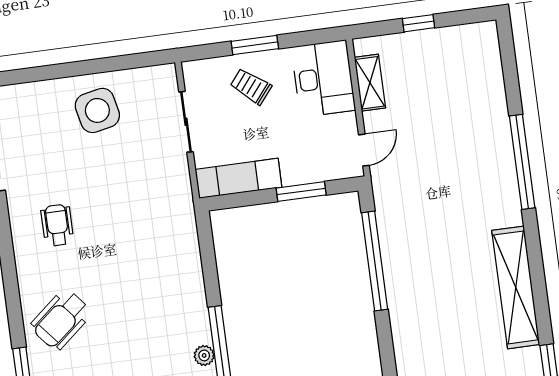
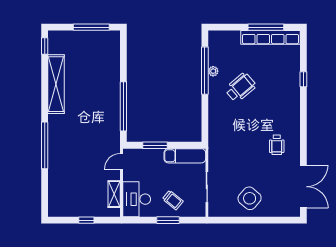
side table: (97, 110) -> (250, 198), turned -38
wheelchair: (61, 320) -> (241, 87), moved

